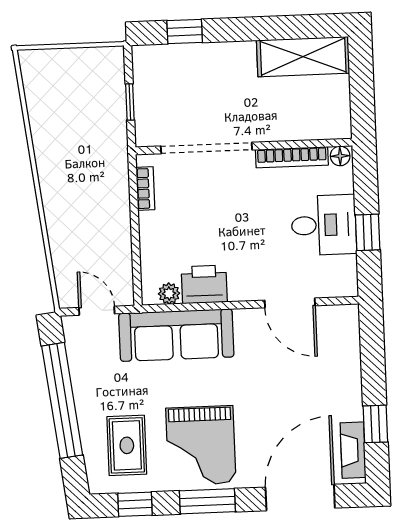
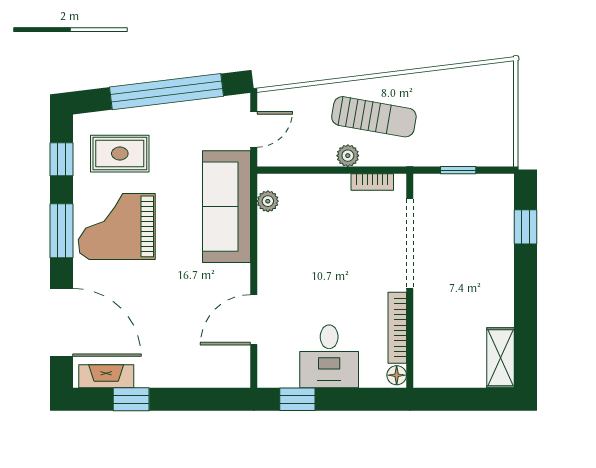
shelving: (303, 57) -> (500, 358), width x0.67, depth x0.75
sun lounger: (79, 189) -> (374, 117), added
plant: (120, 214) -> (348, 156), added
window: (368, 232) -> (297, 399), moved
printer: (204, 284) -> (275, 236), removed

